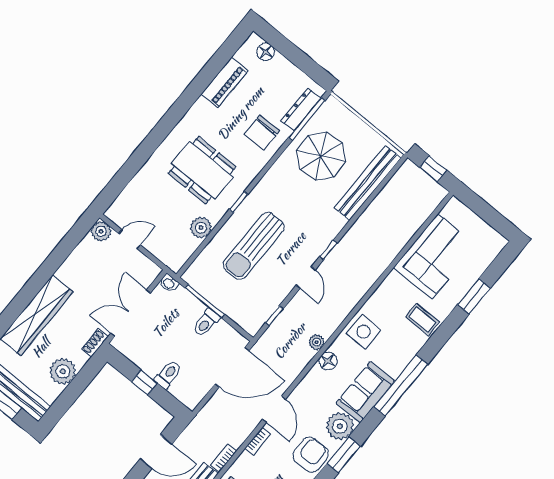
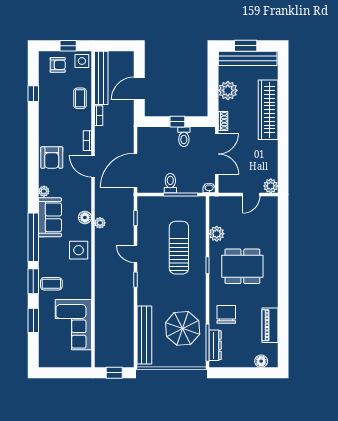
toilet: (168, 375) -> (184, 137), moved
plant: (340, 426) -> (44, 191), width x0.53, depth x0.53
window: (344, 455) -> (33, 281), moved

